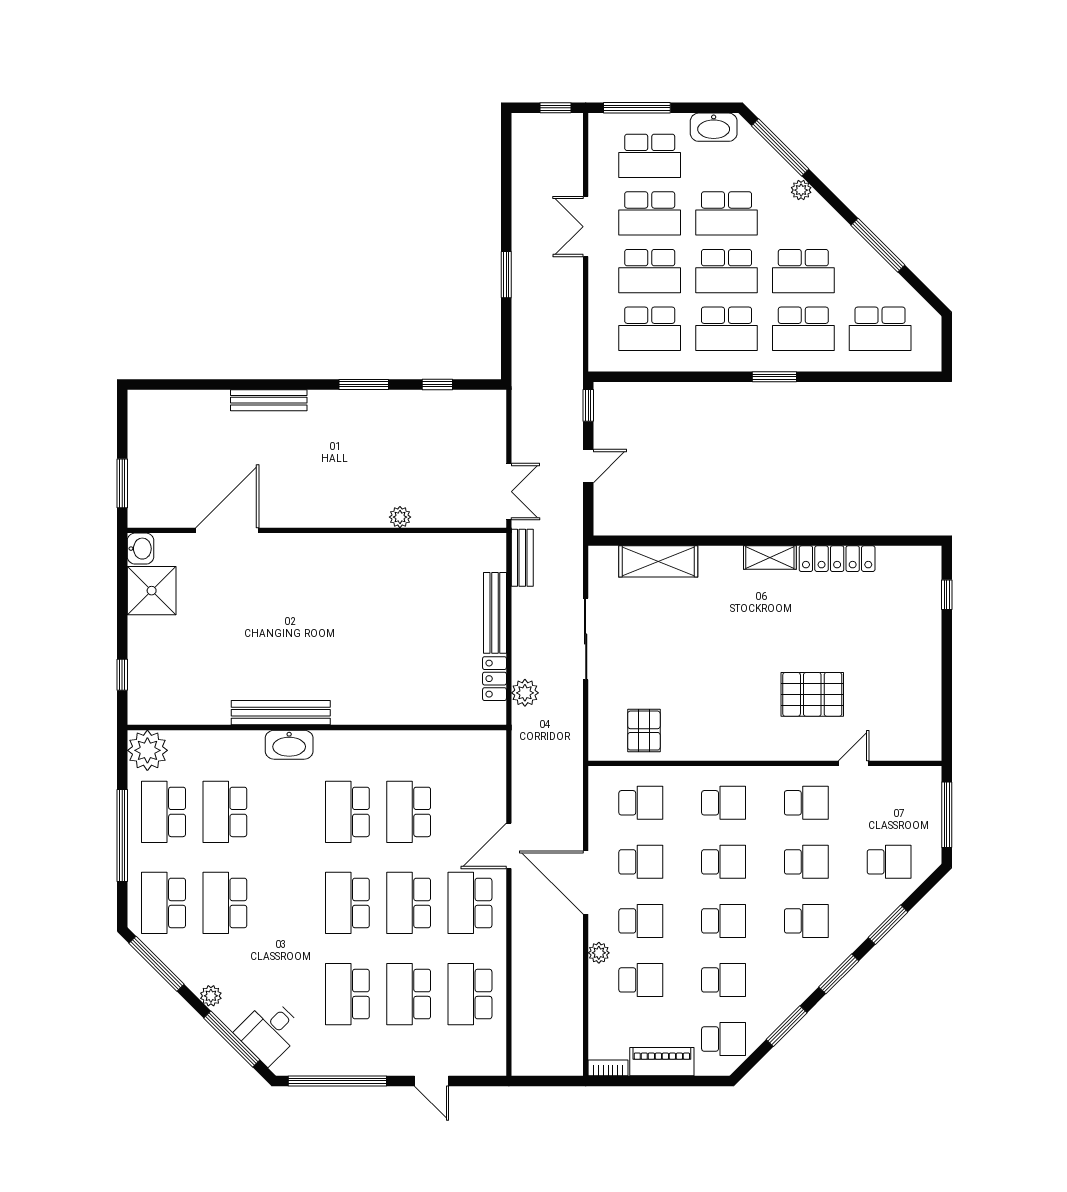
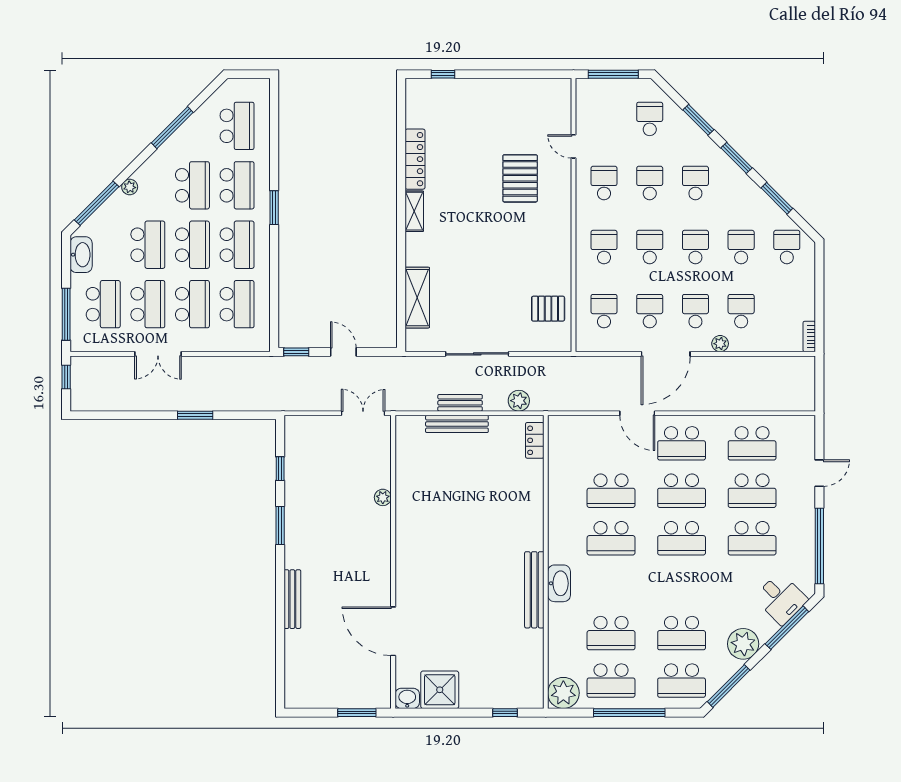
bench: (522, 558) -> (460, 403), moved
locker: (494, 679) -> (535, 440), moved, turned 90
plant: (211, 996) -> (743, 644), width x1.88, depth x1.88
piano: (662, 1062) -> (804, 295), removed

